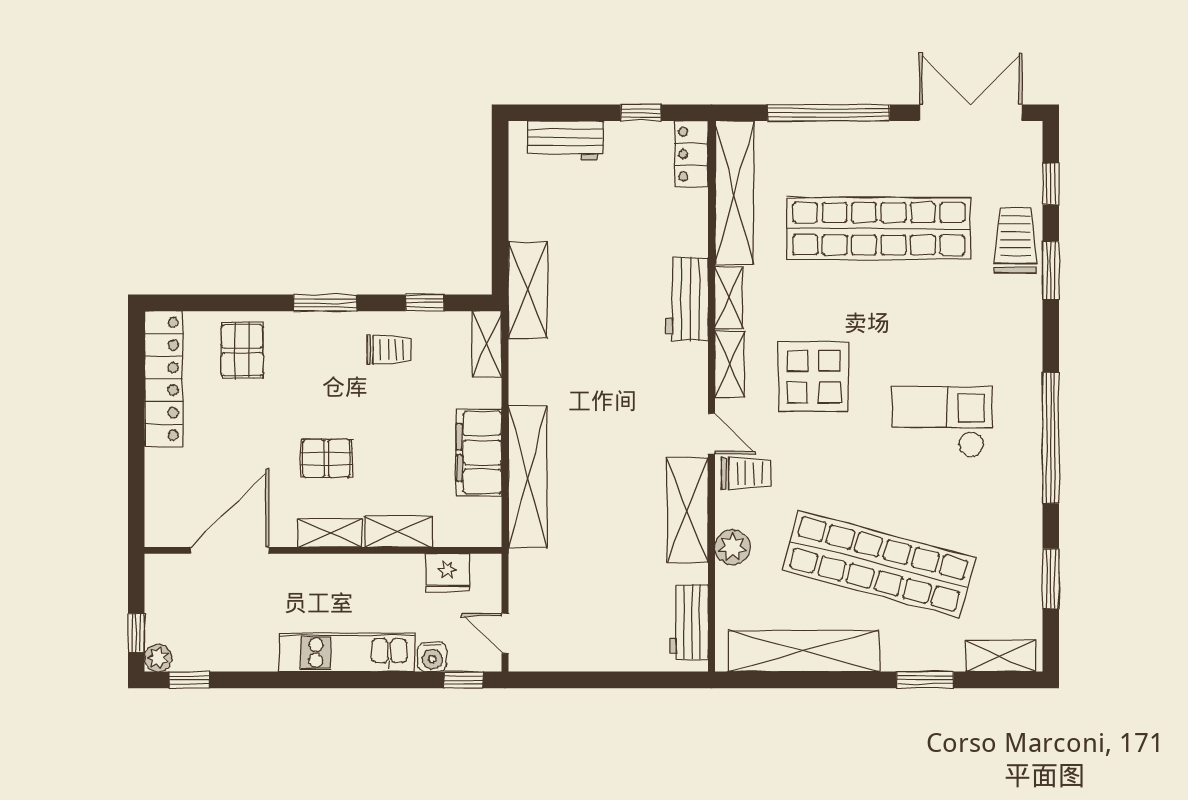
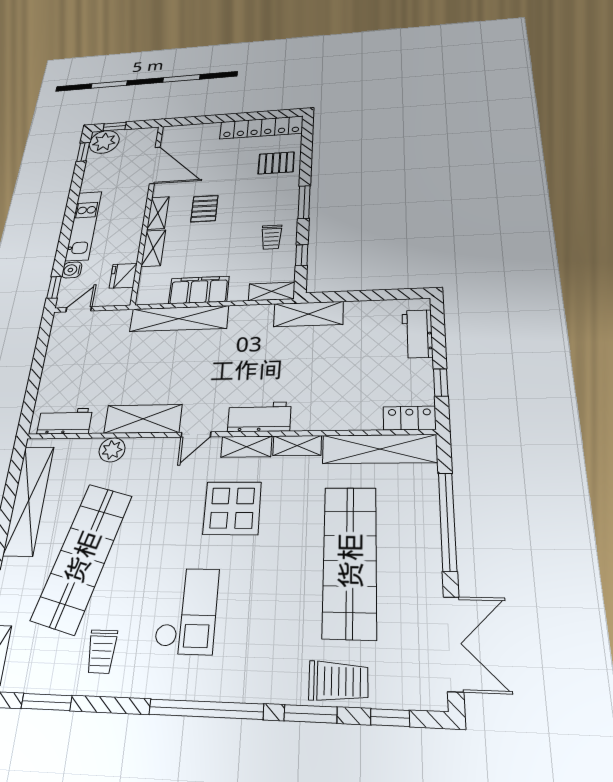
workbench: (687, 299) -> (259, 417), moved
window: (1051, 438) -> (206, 709), moved
trolley: (746, 474) -> (102, 651), moved
plant: (158, 658) -> (104, 142), width x1.88, depth x1.88

